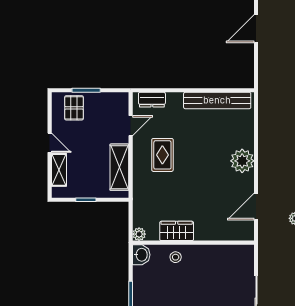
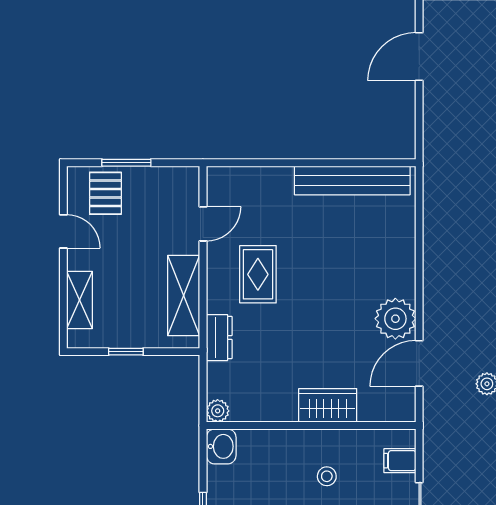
dresser: (152, 100) -> (219, 338), moved, turned -90
door: (50, 143) -> (63, 231), moved
plant: (242, 161) -> (395, 319), moved
wardrobe: (177, 231) -> (328, 405), moved
stool: (176, 257) -> (327, 476), moved
filing cabinet: (245, 263) -> (400, 461), added

